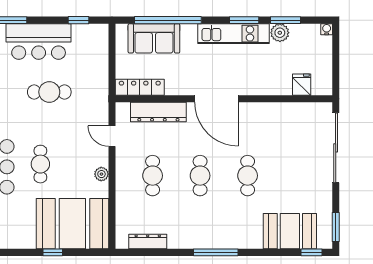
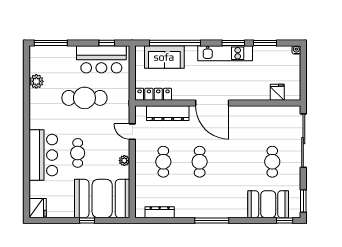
plant: (280, 33) -> (261, 53), removed
bar counter: (39, 41) -> (101, 59), moved
cafe table: (49, 92) -> (84, 98), width x1.37, depth x1.35
cafe table: (248, 176) -> (272, 162), moved

